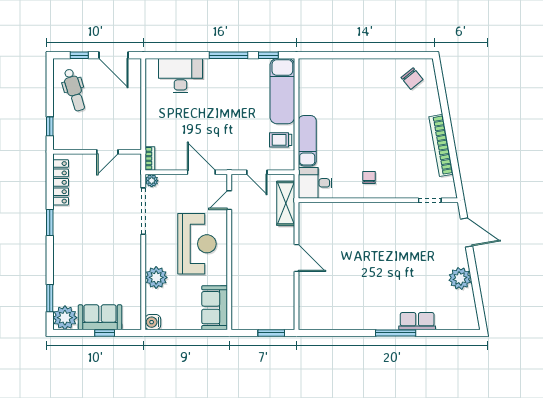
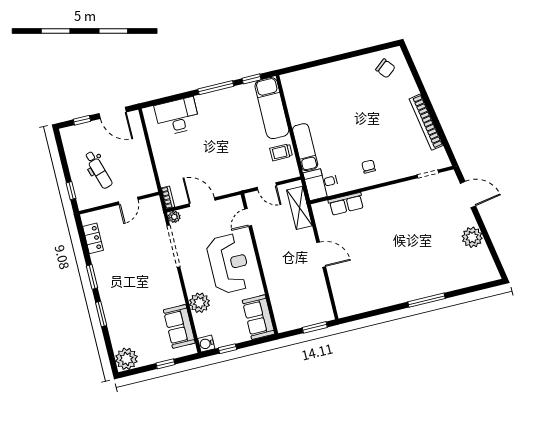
dental chair: (74, 90) -> (98, 170), moved
door: (201, 172) -> (202, 202), moved
locker: (61, 182) -> (93, 238), width x0.66
window: (50, 298) -> (101, 314), moved
sofa: (100, 317) -> (179, 326), moved, turned -90
row of seats: (417, 321) -> (346, 204), moved, turned 180
window: (174, 333) -> (227, 349), added

